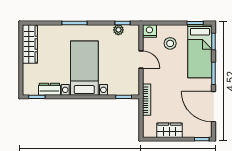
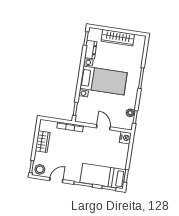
stool: (170, 43) -> (40, 169), moved
wardrobe: (30, 44) -> (118, 38), moved
door: (141, 59) -> (103, 127), swing flipped
door: (214, 107) -> (56, 180), width x0.53

